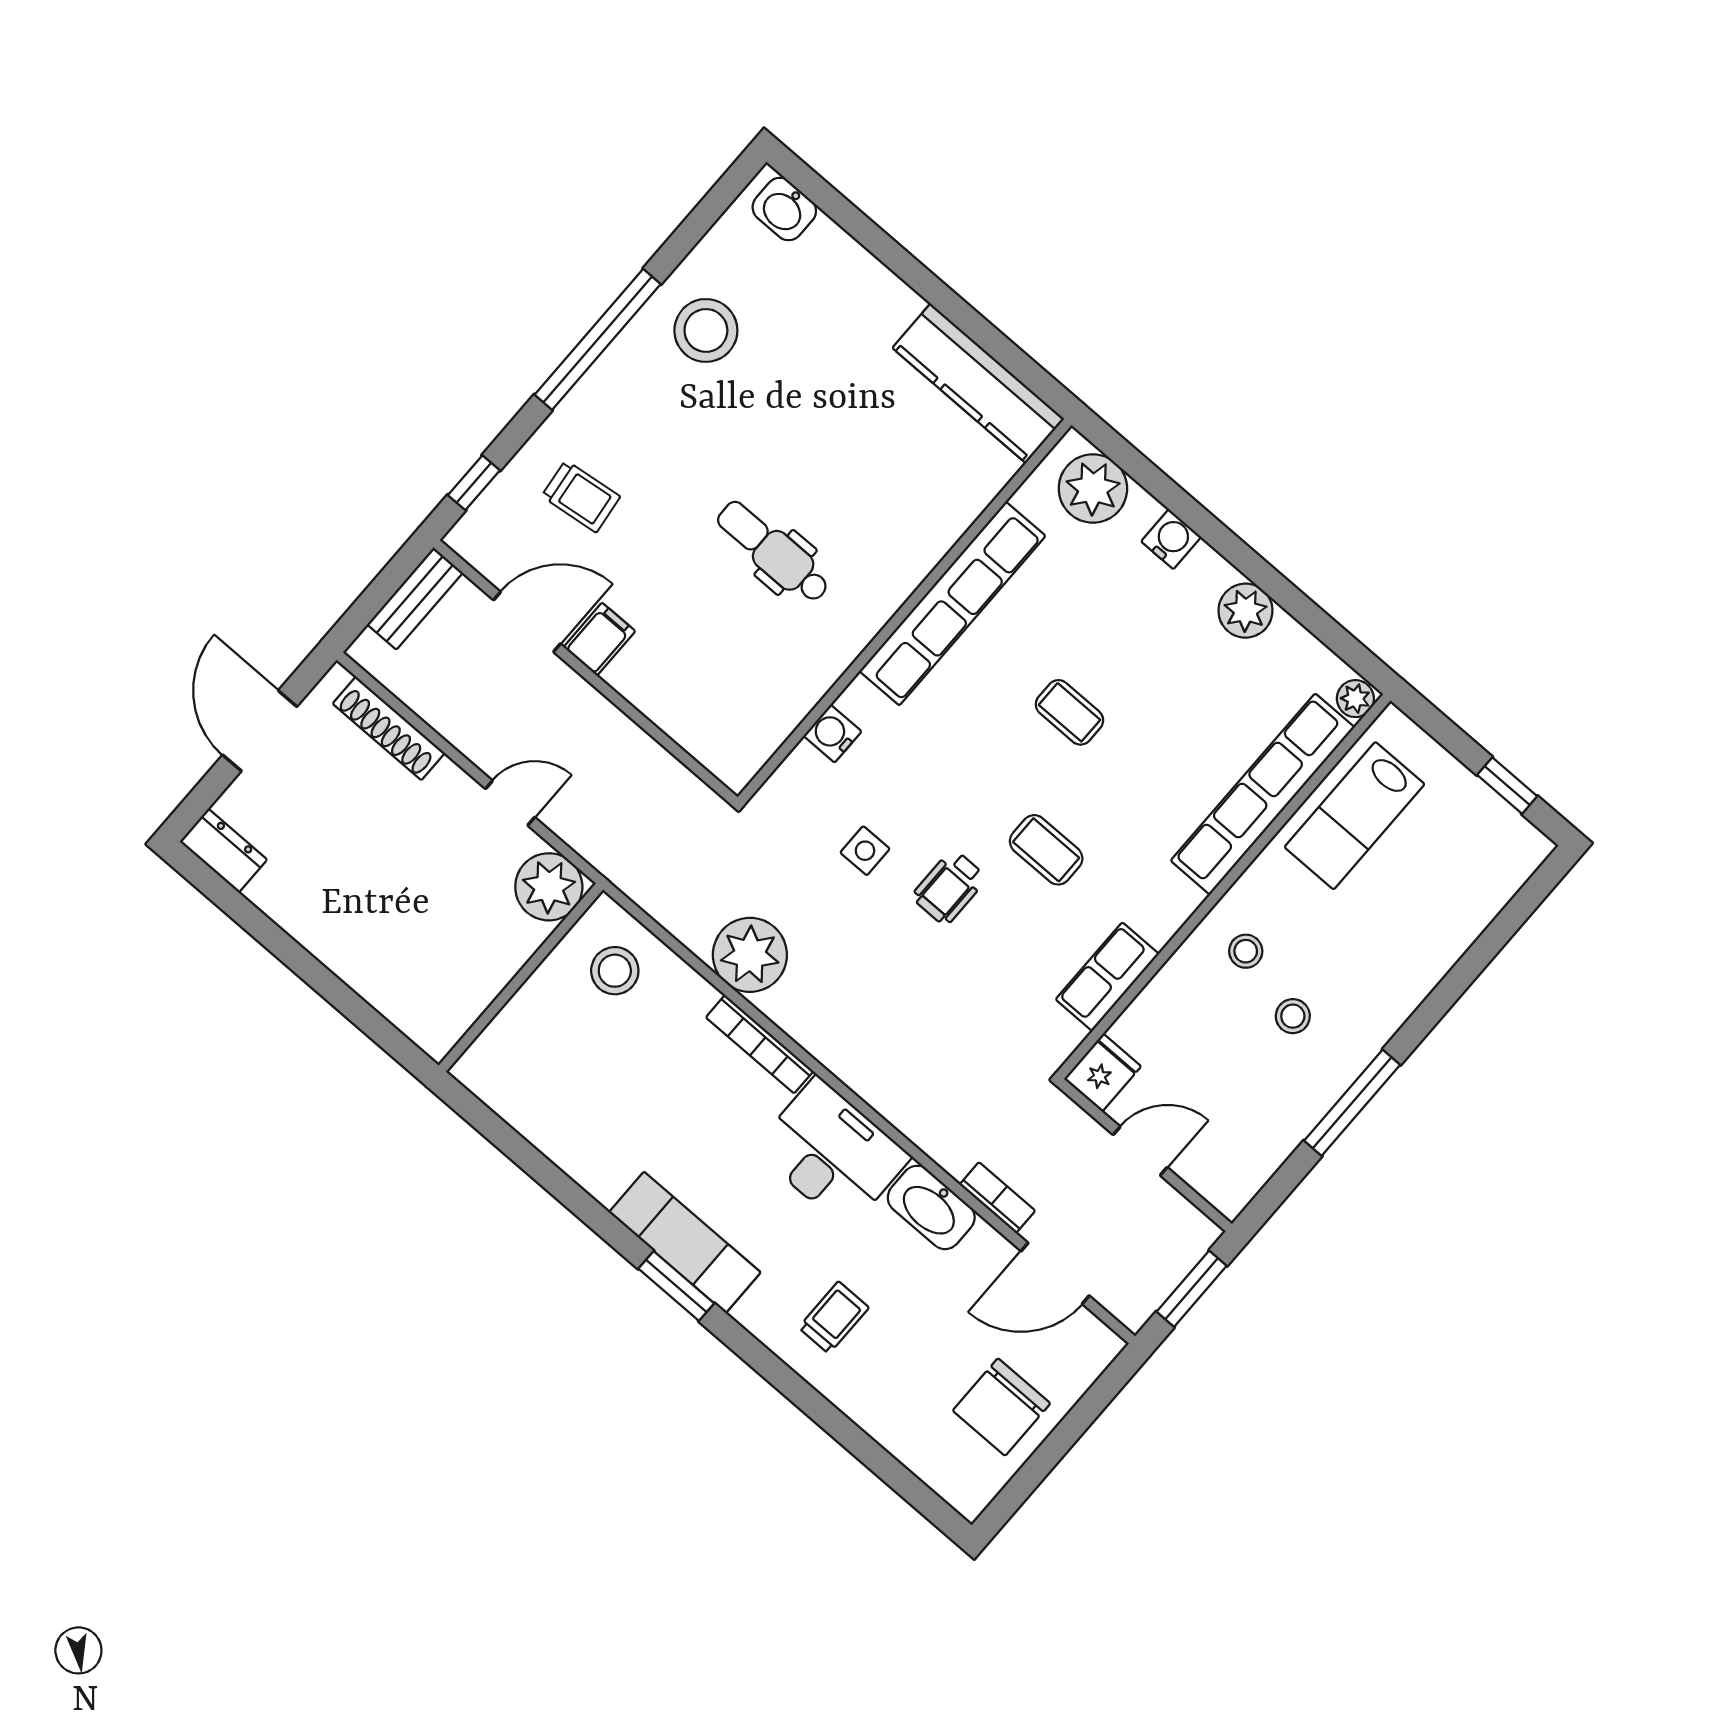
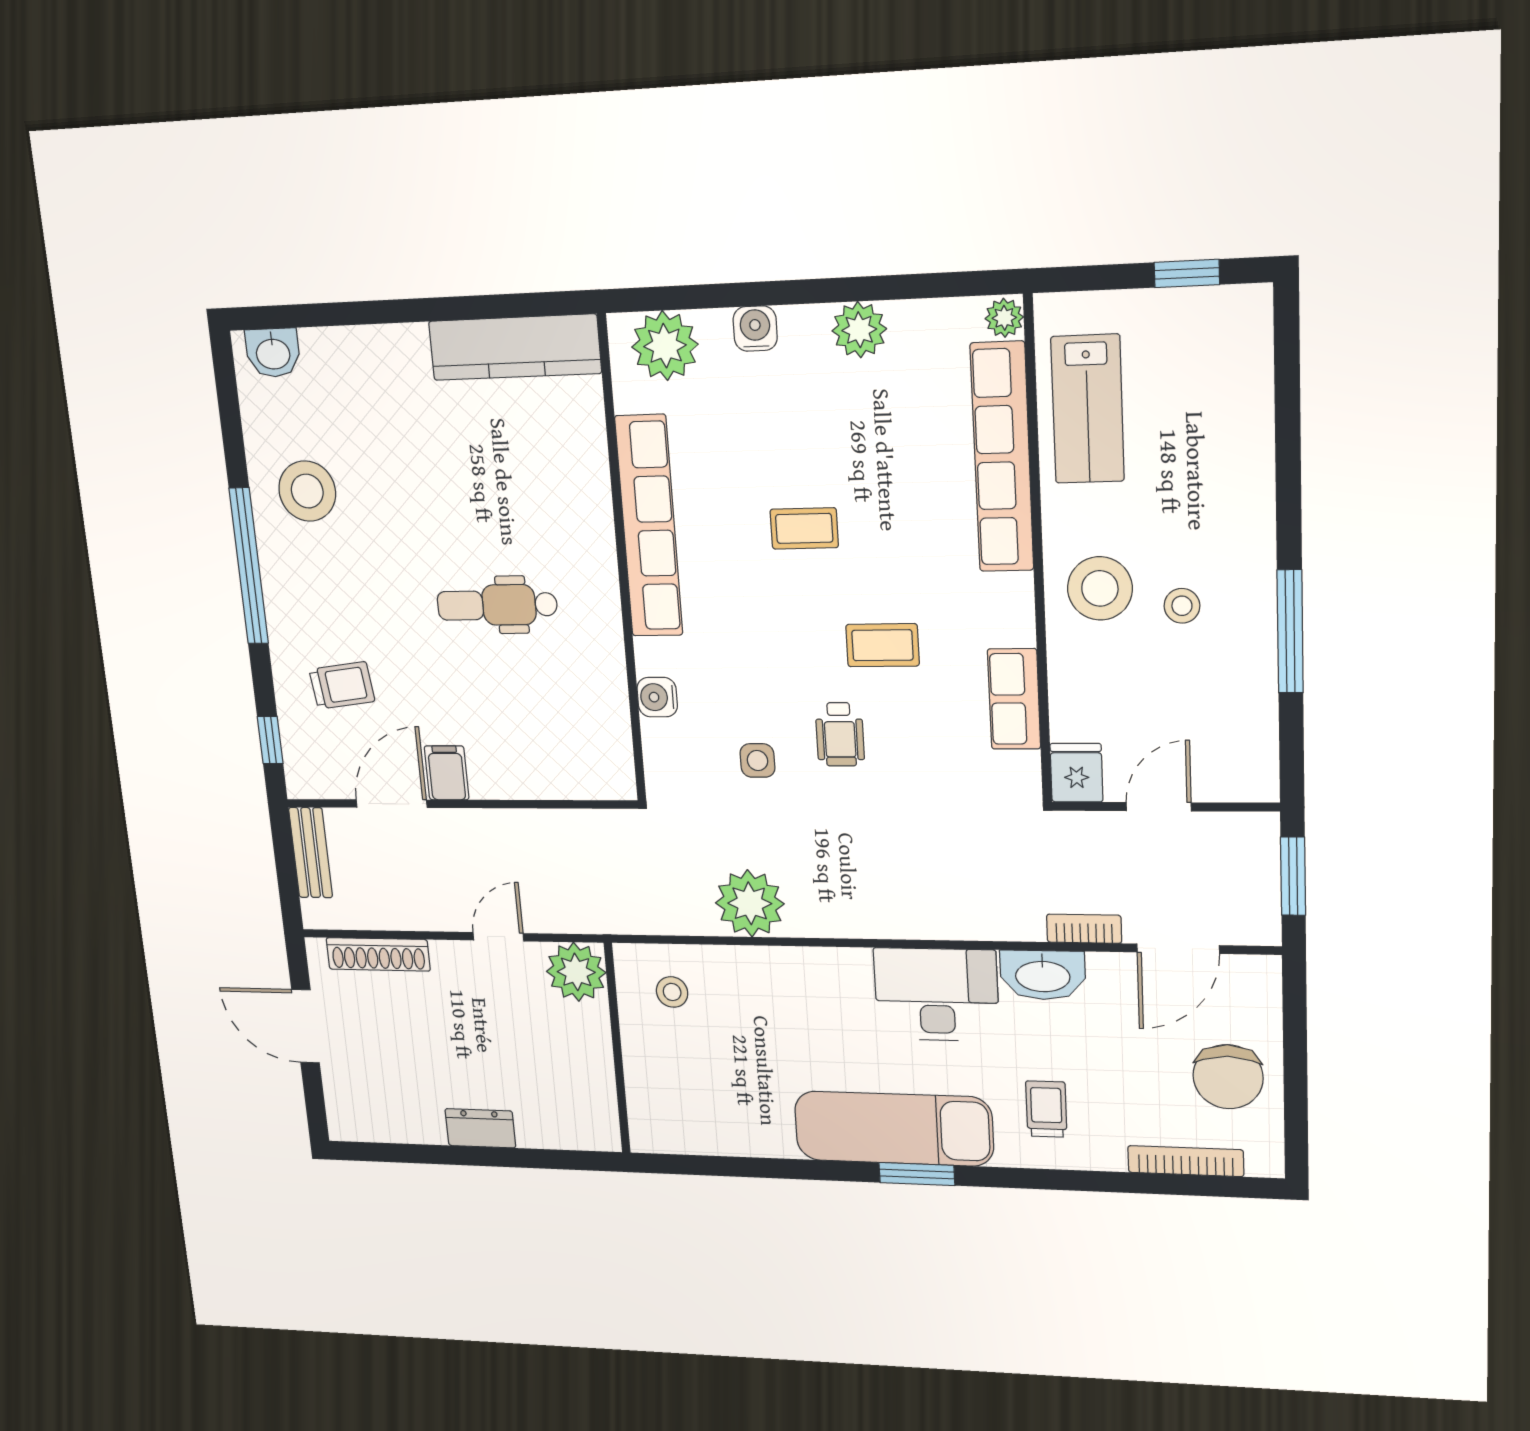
dresser: (223, 851) -> (480, 1128), moved
stool: (1246, 951) -> (1100, 588), width x1.89, depth x1.89
stool: (615, 971) -> (672, 992), width x0.73, depth x0.73
bookcase: (760, 1044) -> (1186, 1161), moved, turned 180
exam couch: (685, 1242) -> (894, 1129), width x1.36, depth x1.45

